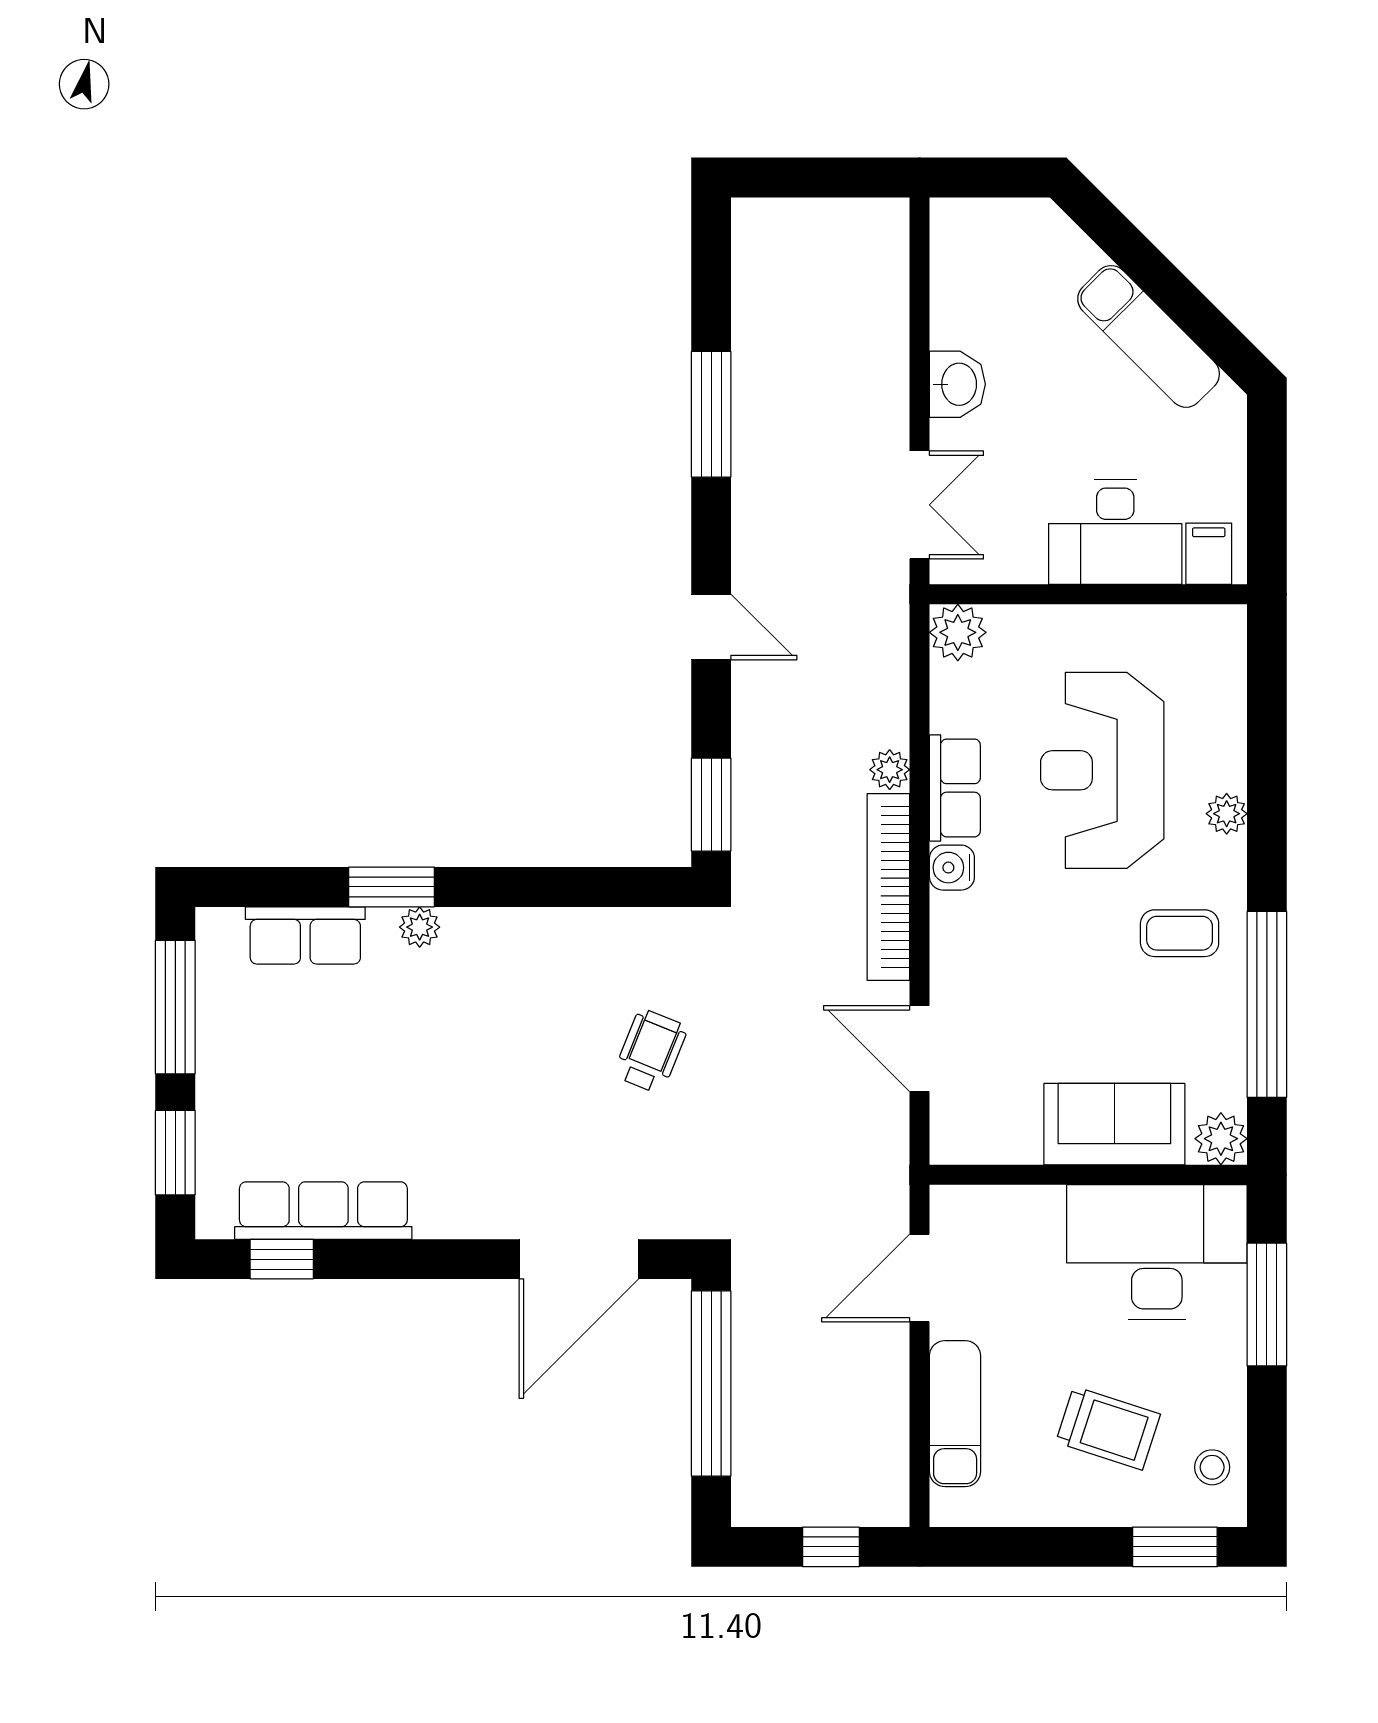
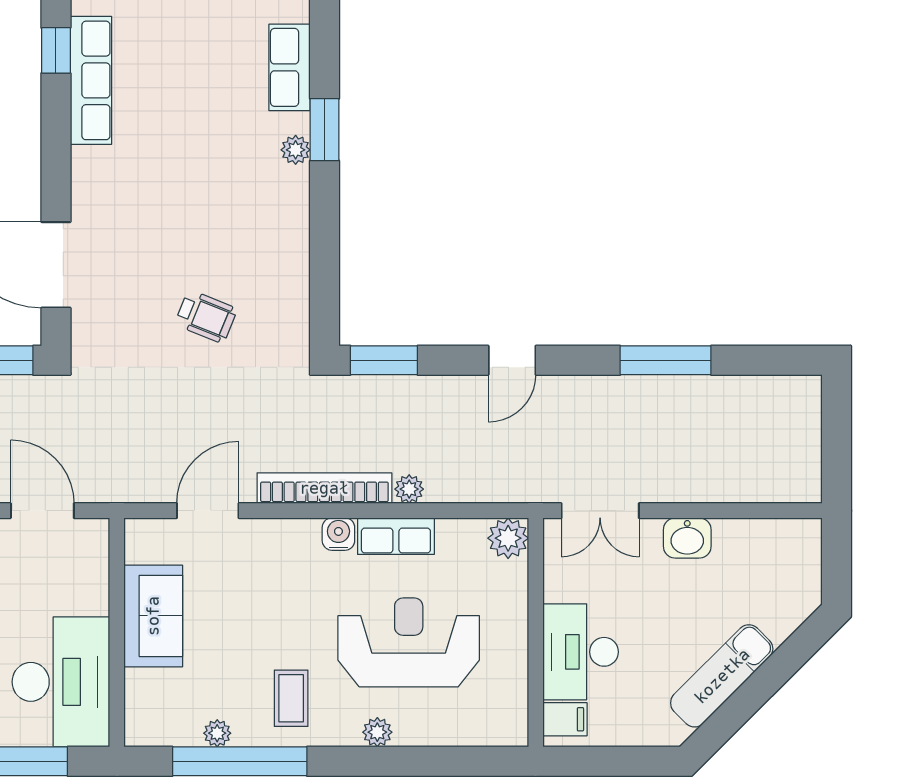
sofa: (1114, 1124) -> (153, 616), moved
plant: (1221, 1139) -> (217, 733), moved, width x0.73, depth x0.73

